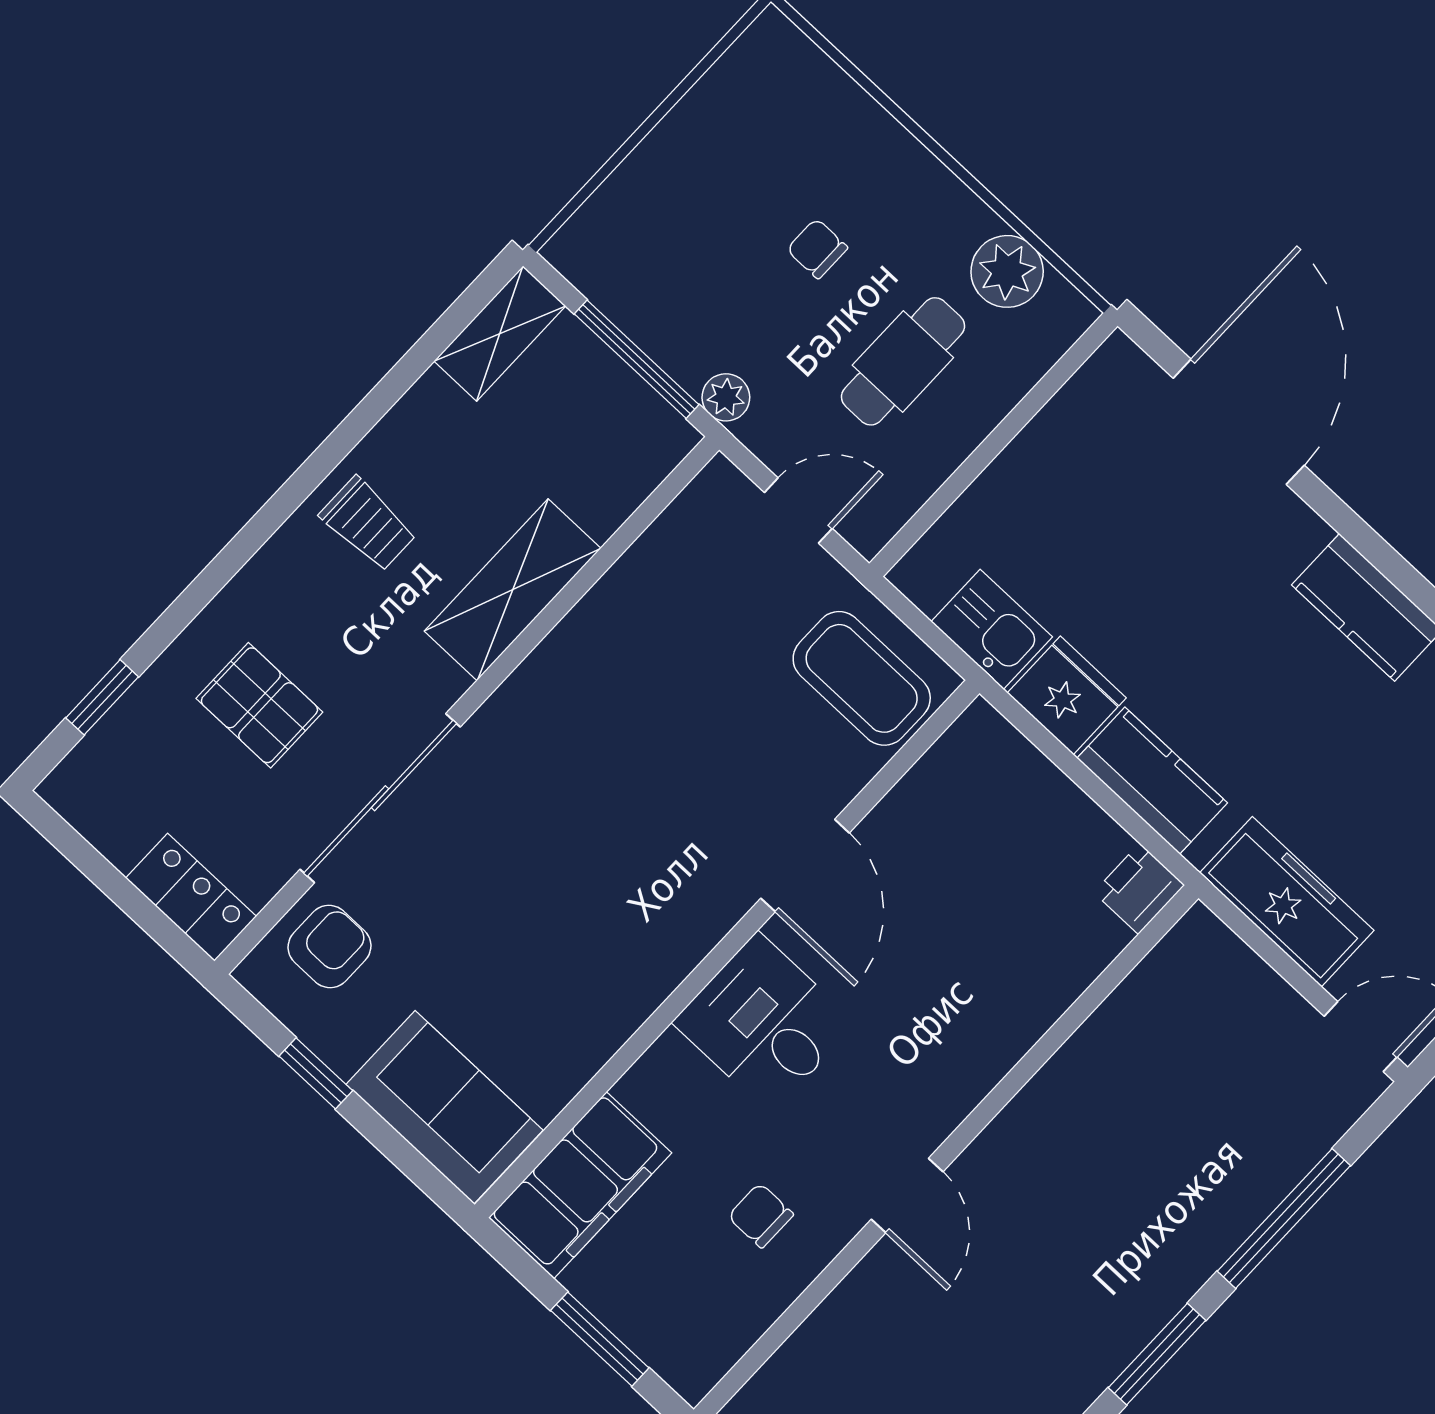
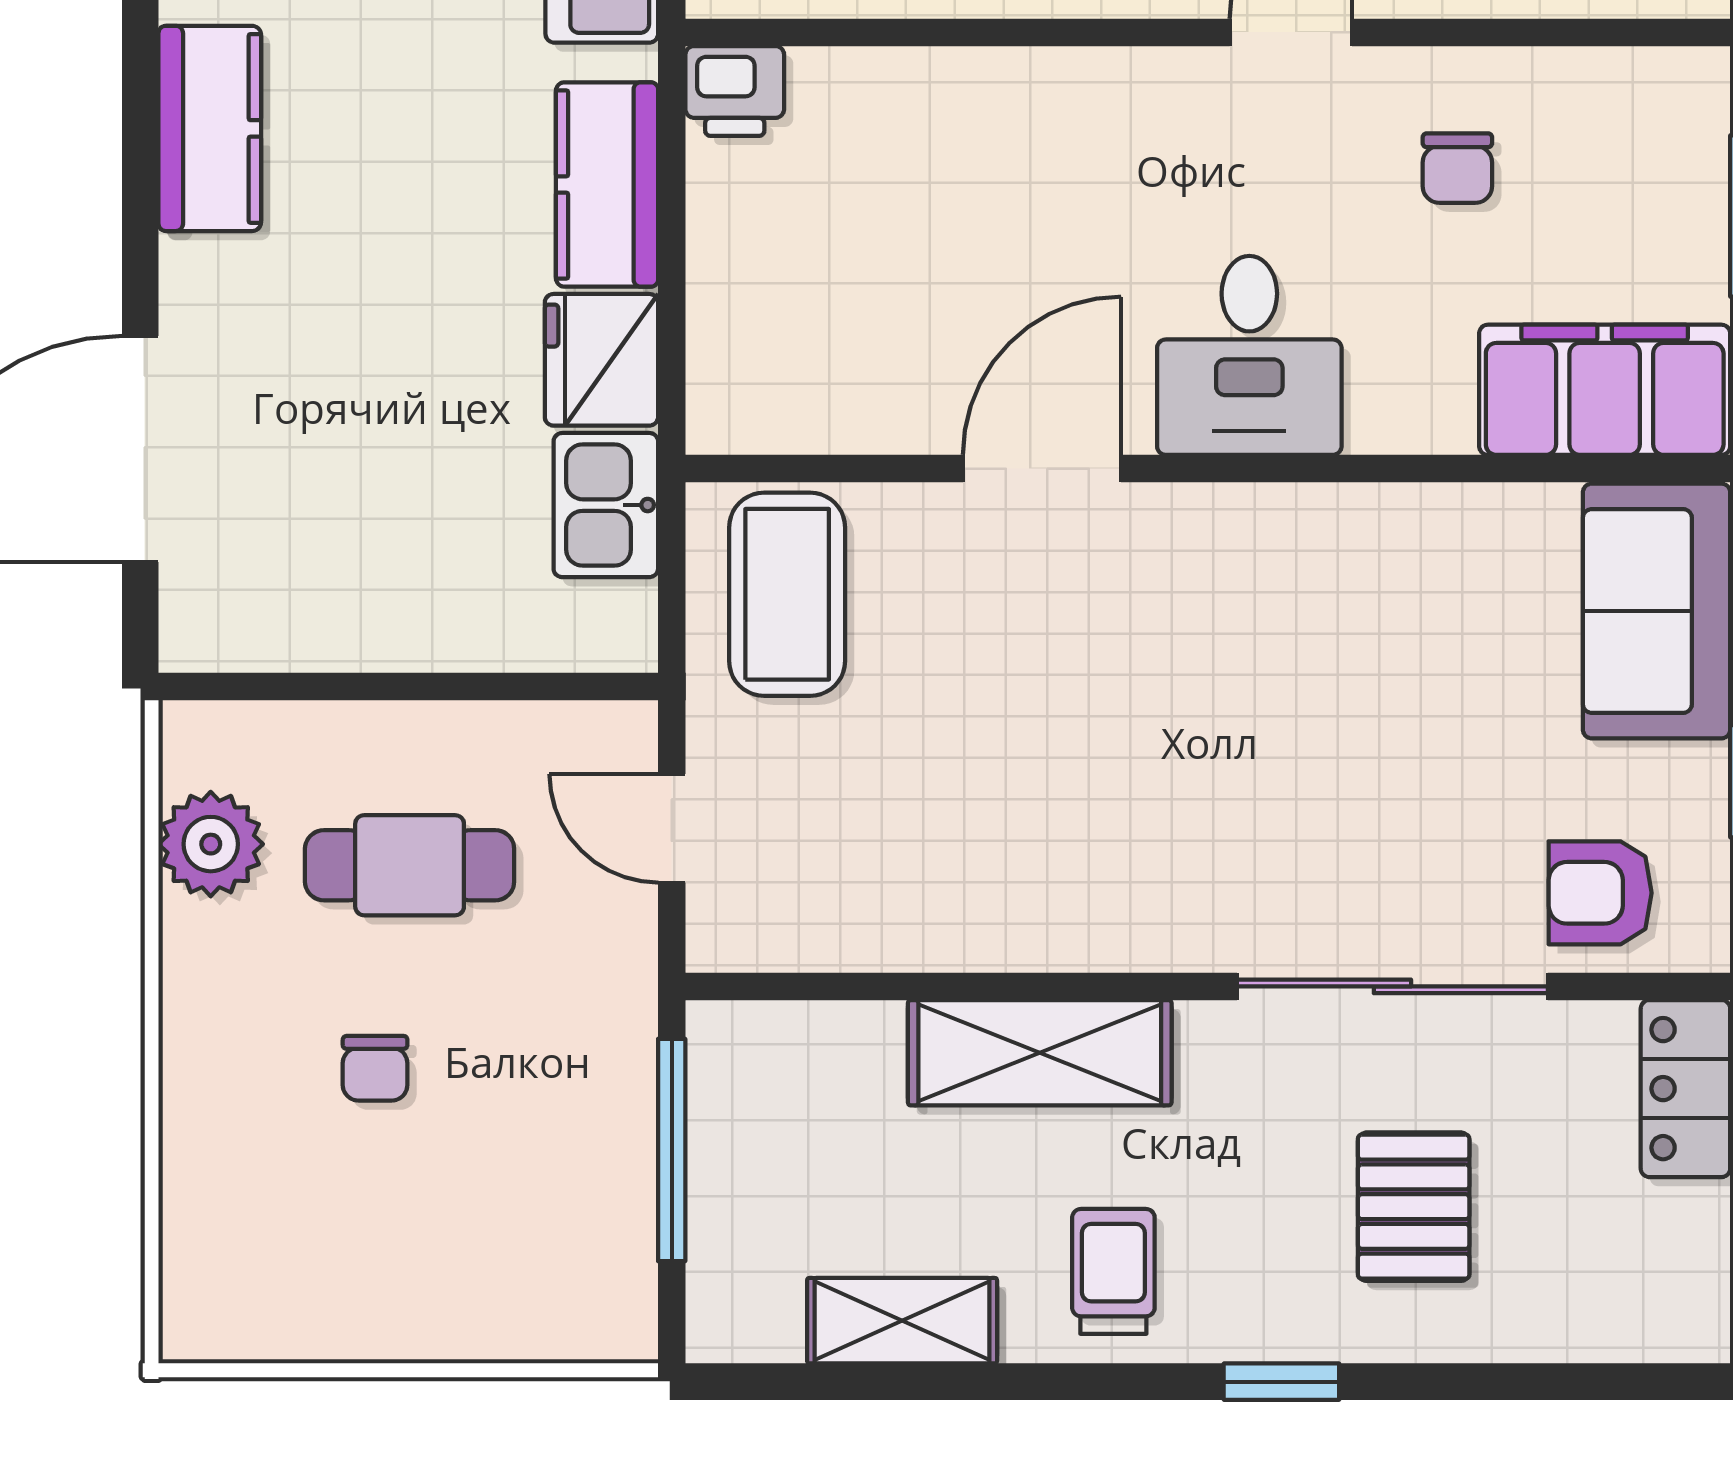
shelving: (500, 334) -> (902, 1321), moved
plant: (726, 397) -> (624, 1017), removed
window: (102, 697) -> (1281, 1382), moved

